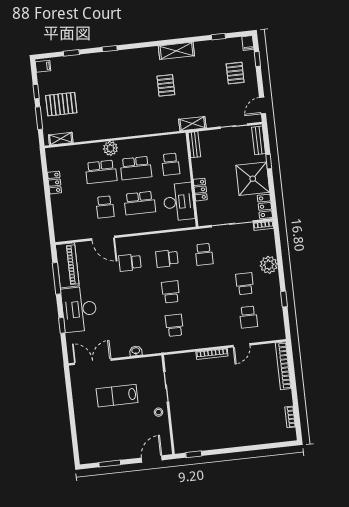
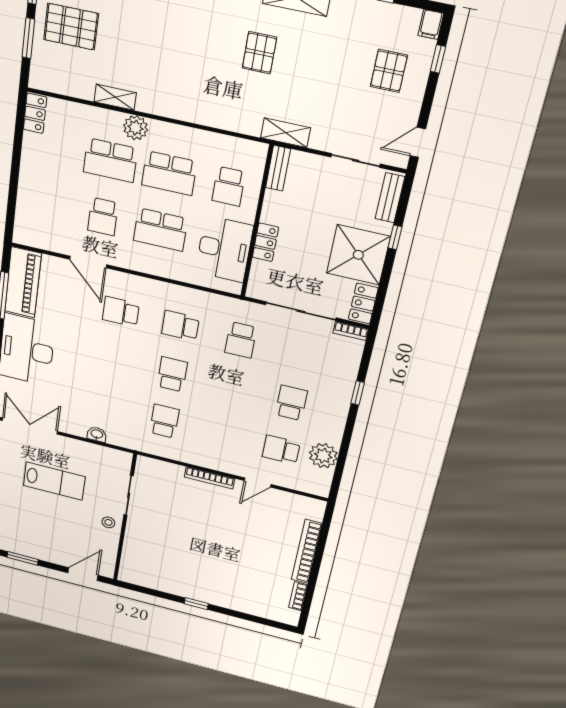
shelving: (61, 139) -> (115, 97), moved
locker: (55, 183) -> (35, 113), moved
plant: (269, 265) -> (323, 456), moved
window: (284, 299) -> (358, 393), moved
school desk: (248, 317) -> (281, 450), turned 90
bookcase: (283, 366) -> (307, 552), moved
lab bench: (117, 396) -> (54, 481), turned 180
window: (194, 454) -> (196, 604), moved

